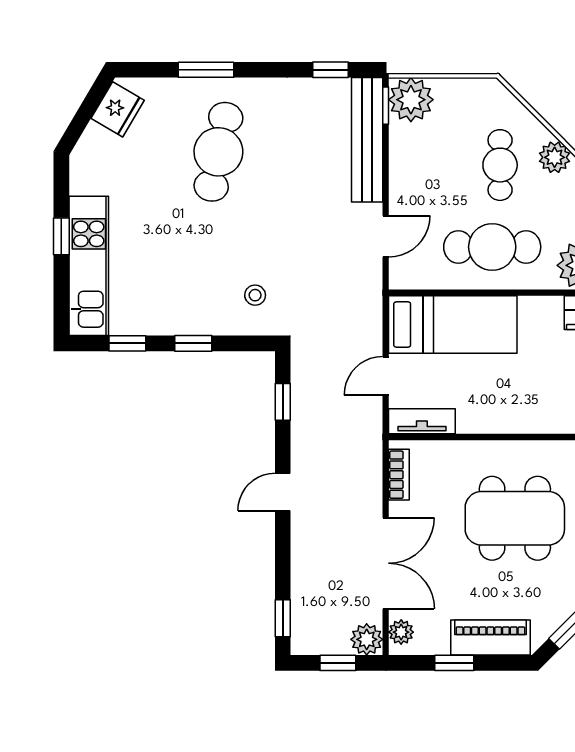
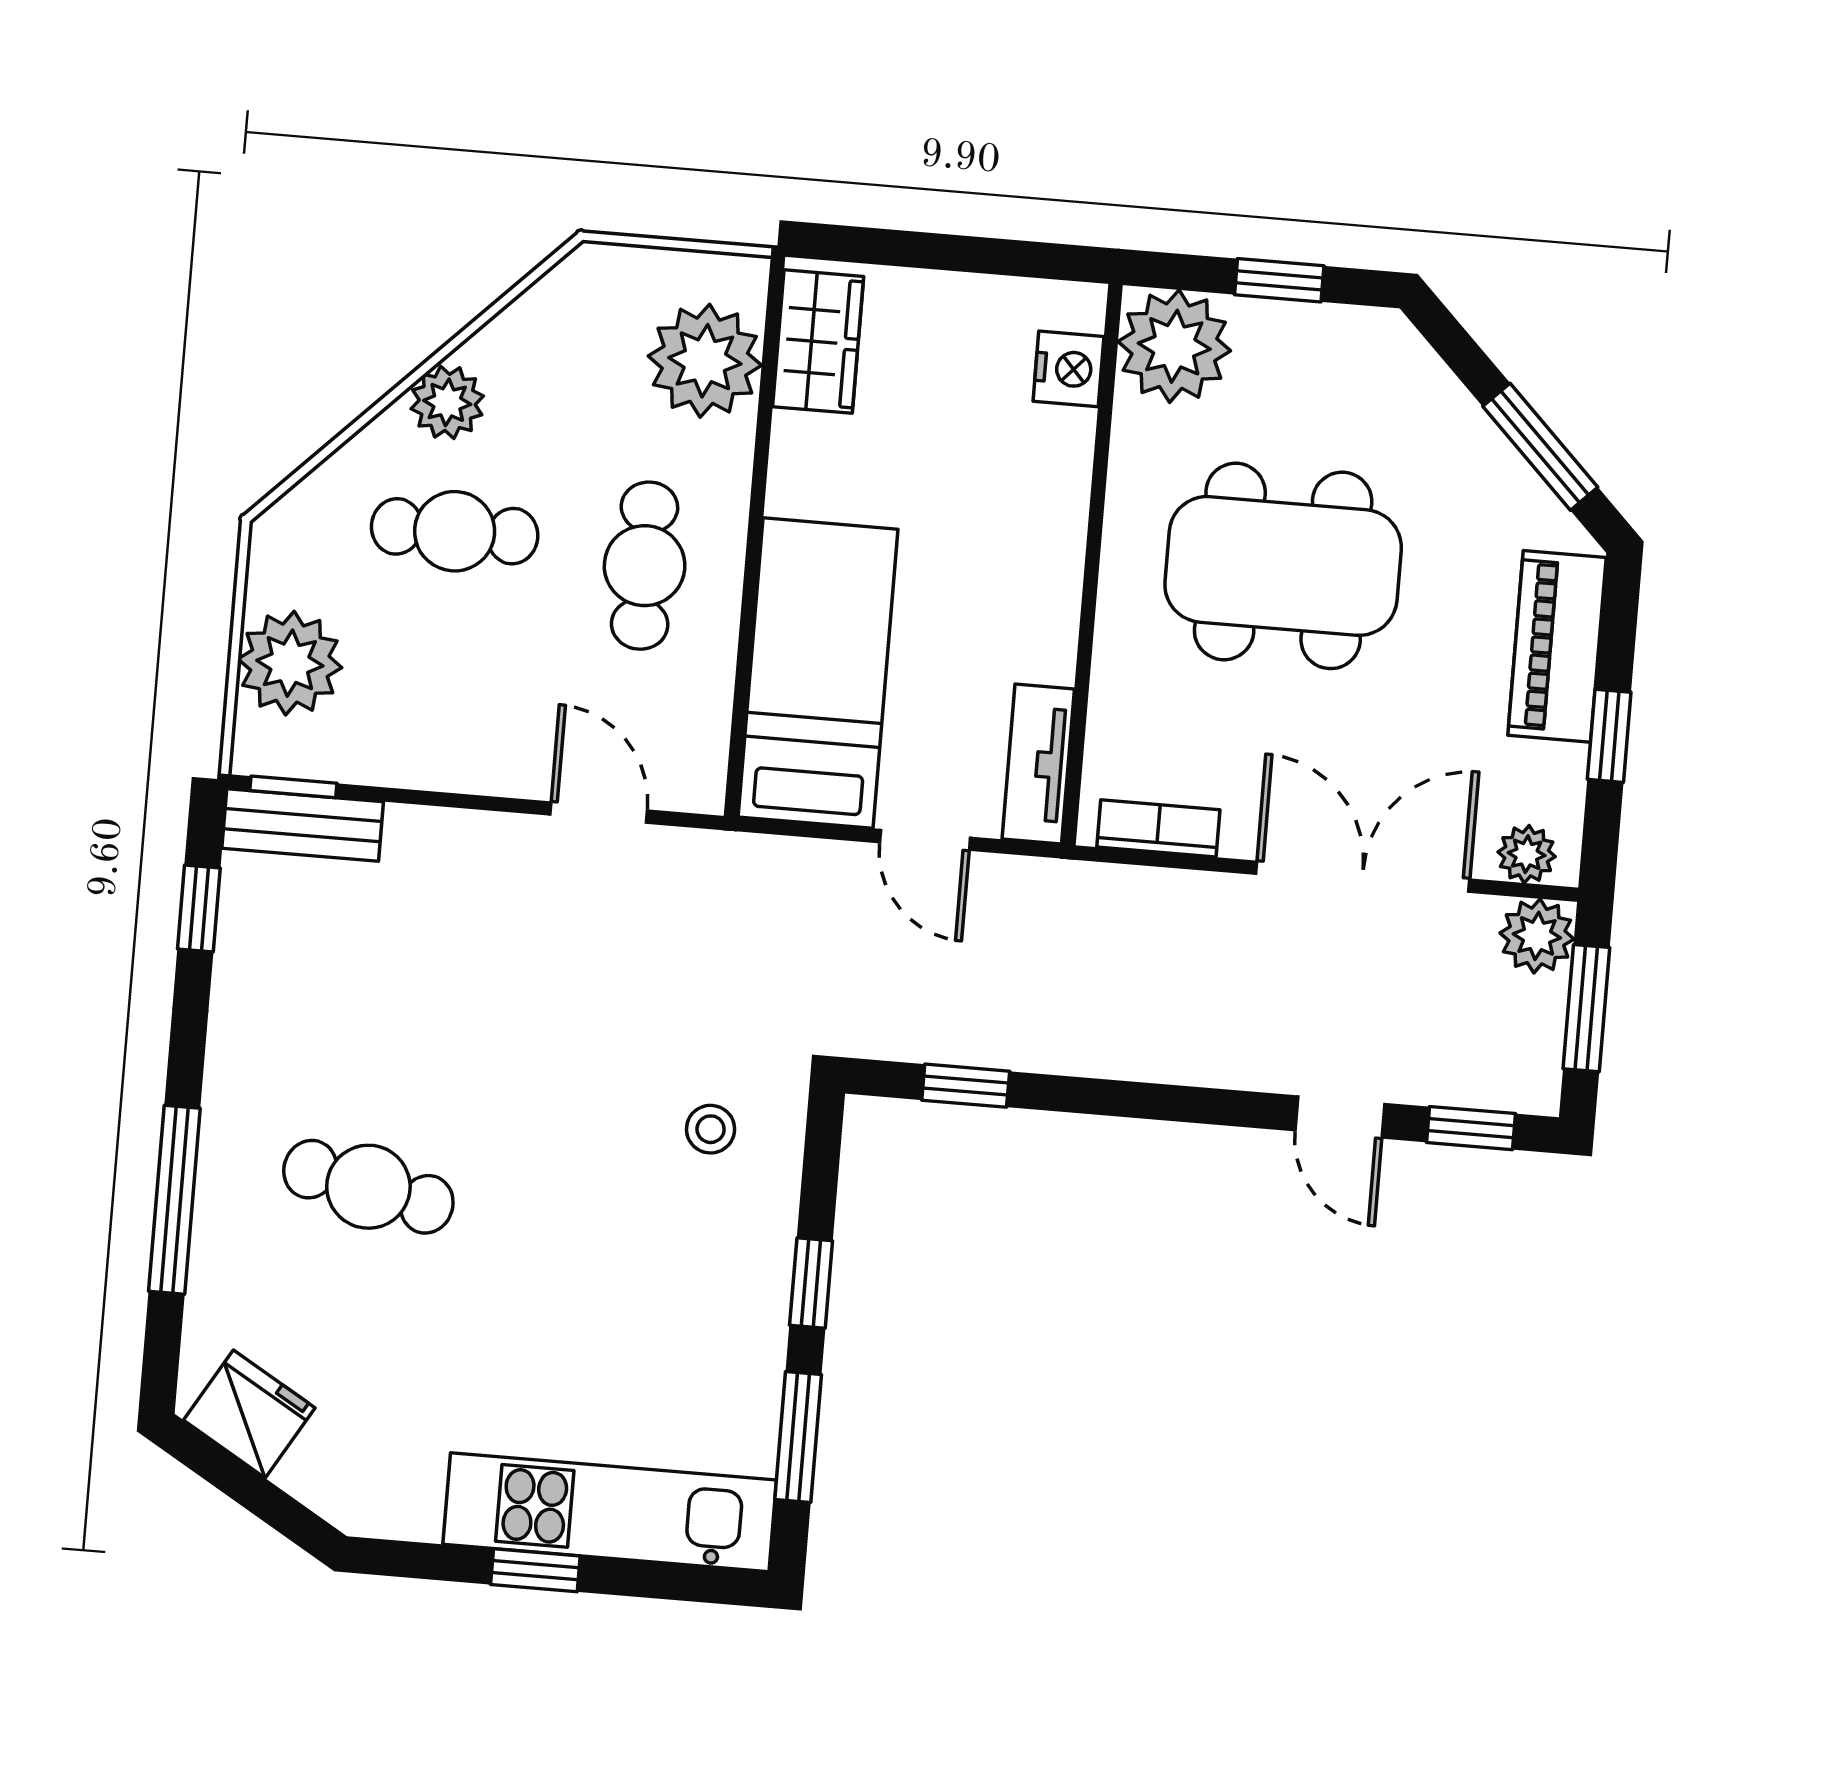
window: (206, 70) -> (174, 1200), width x1.44
plant: (411, 100) -> (290, 663), moved
bench: (367, 140) -> (303, 825), width x0.54, depth x0.82
cafe table: (218, 152) -> (368, 1187), width x0.73, depth x0.74
cafe table: (492, 247) -> (645, 566), width x0.73, depth x0.74
window: (127, 343) -> (798, 1437), width x1.50
door: (283, 492) -> (1340, 1117), moved
dining table: (515, 518) -> (1283, 566), turned 90
window: (338, 663) -> (1586, 1008), width x1.50

